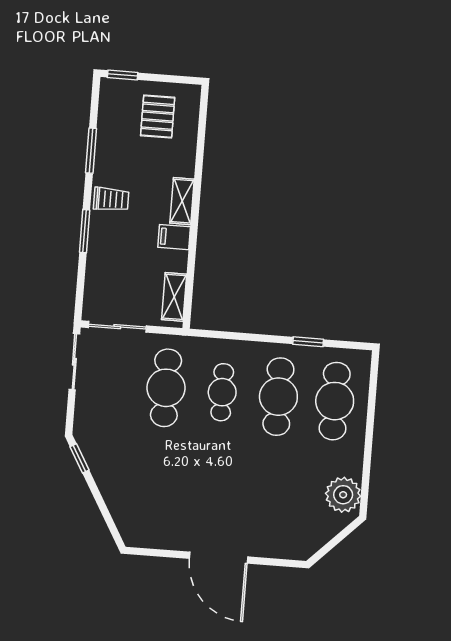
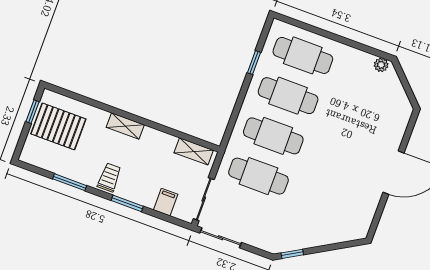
window: (123, 75) -> (32, 112), moved
pallet: (158, 117) -> (58, 126), width x1.50, depth x1.42
filing cabinet: (174, 237) -> (166, 202), moved, turned 180
cafe table: (222, 392) -> (273, 136), width x1.37, depth x1.35
plant: (343, 495) -> (381, 65), width x0.53, depth x0.53

